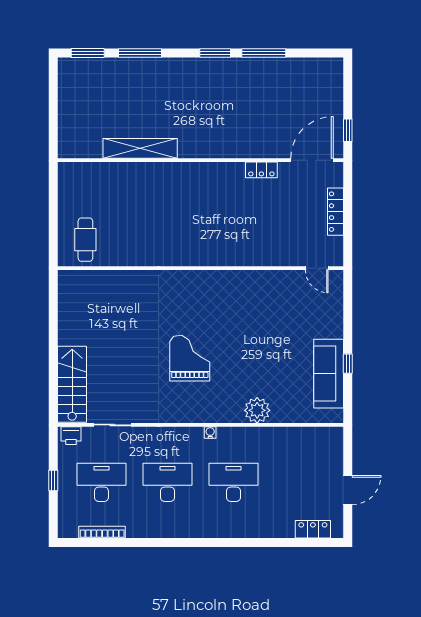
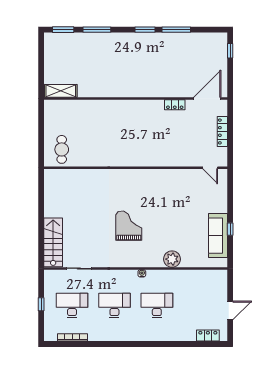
window: (348, 130) -> (230, 51), moved
shelving: (140, 148) -> (61, 91), moved, width x0.68
printer: (71, 436) -> (52, 275), removed

